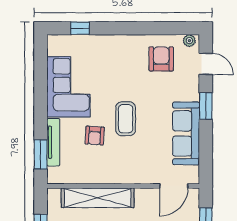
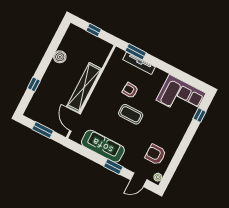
armchair: (161, 59) -> (156, 154), turned 180
corner sofa: (68, 87) -> (181, 97), moved
shelving: (98, 198) -> (84, 87), moved

